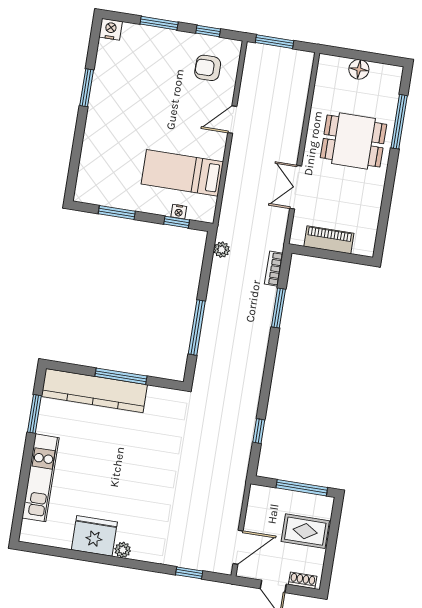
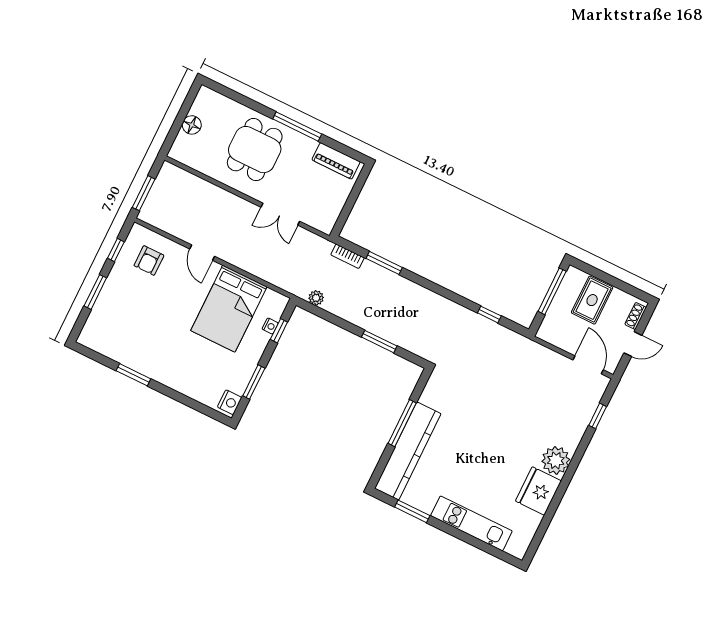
nightstand: (111, 29) -> (230, 402), moved, turned 180
window: (399, 122) -> (297, 126), moved
bed: (182, 173) -> (229, 309), width x1.50
piano: (329, 240) -> (336, 161), moved, turned -90
window: (197, 327) -> (379, 342), width x0.69
plant: (123, 550) -> (556, 460), width x1.88, depth x1.88

